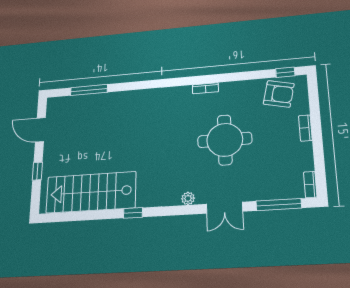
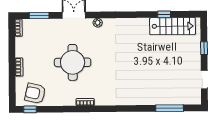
stairs: (91, 192) -> (173, 26), width x0.73, depth x0.66
window: (279, 205) -> (39, 15), width x0.69
window: (133, 213) -> (164, 14), moved

